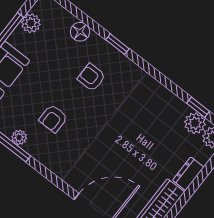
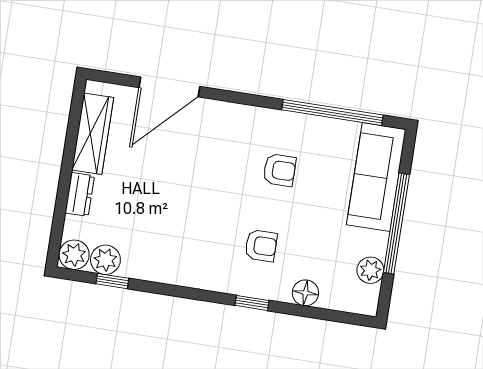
armchair: (53, 119) -> (279, 170), turned 90
plant: (19, 137) -> (308, 124), removed

